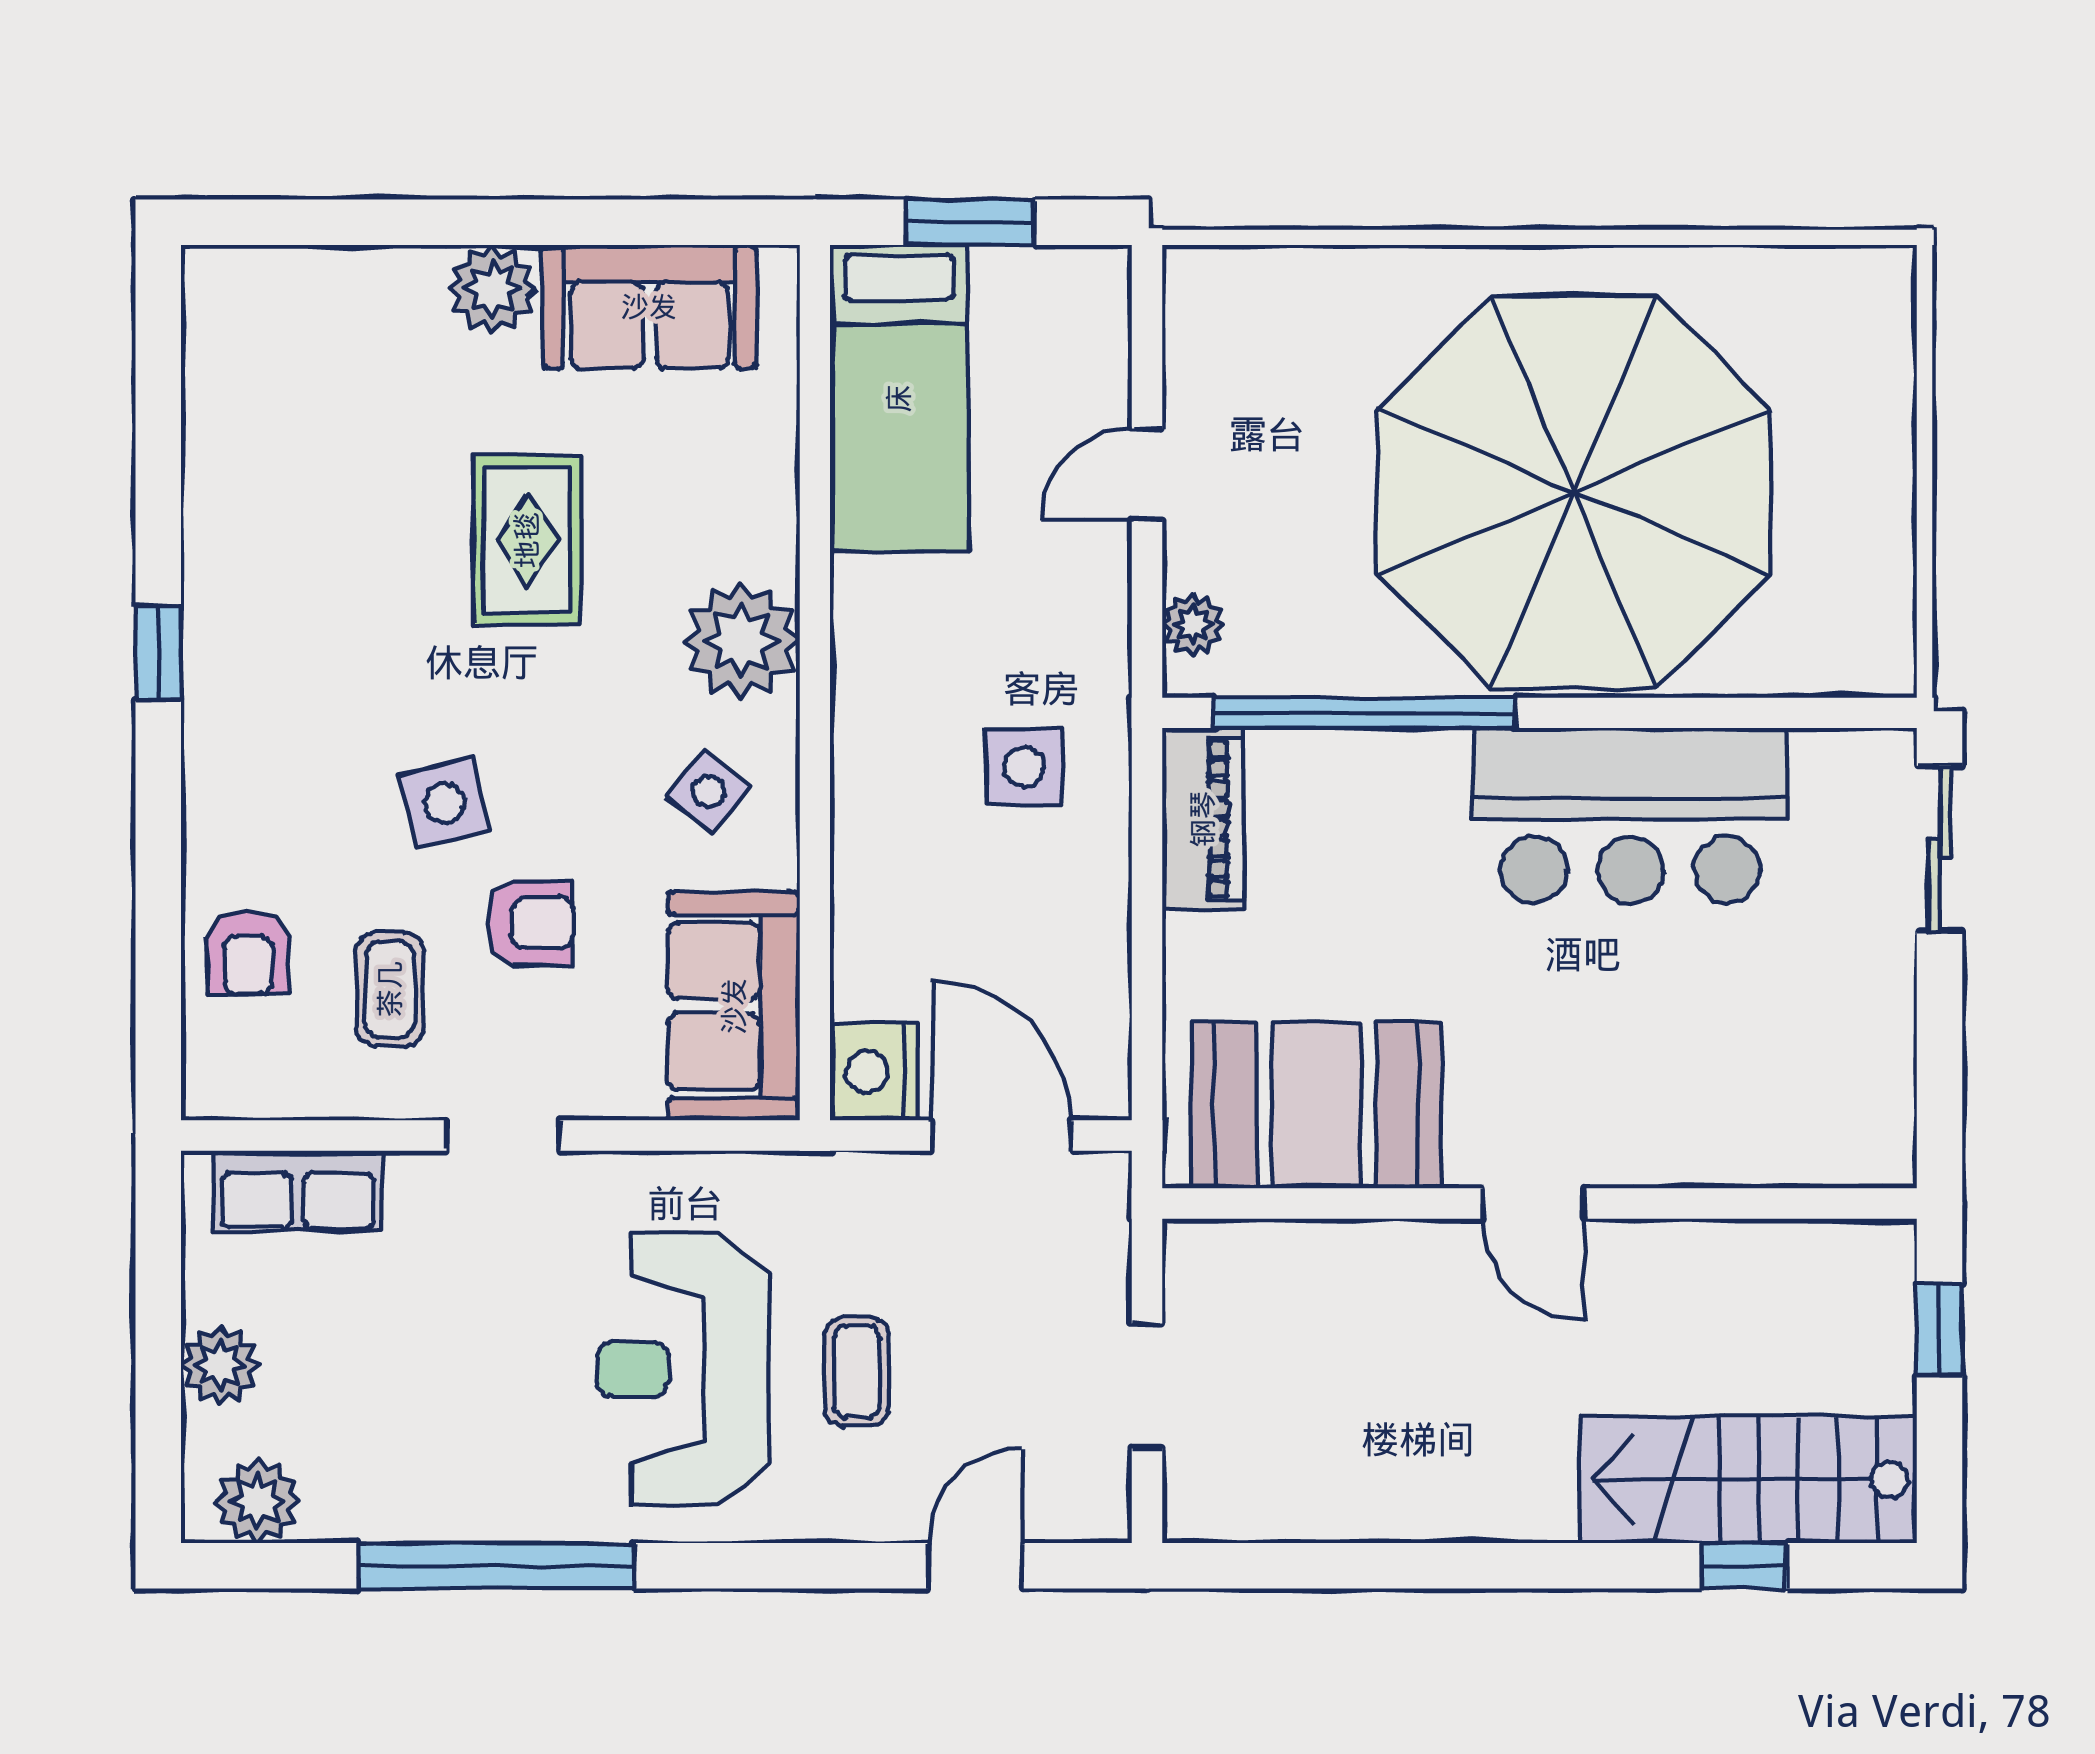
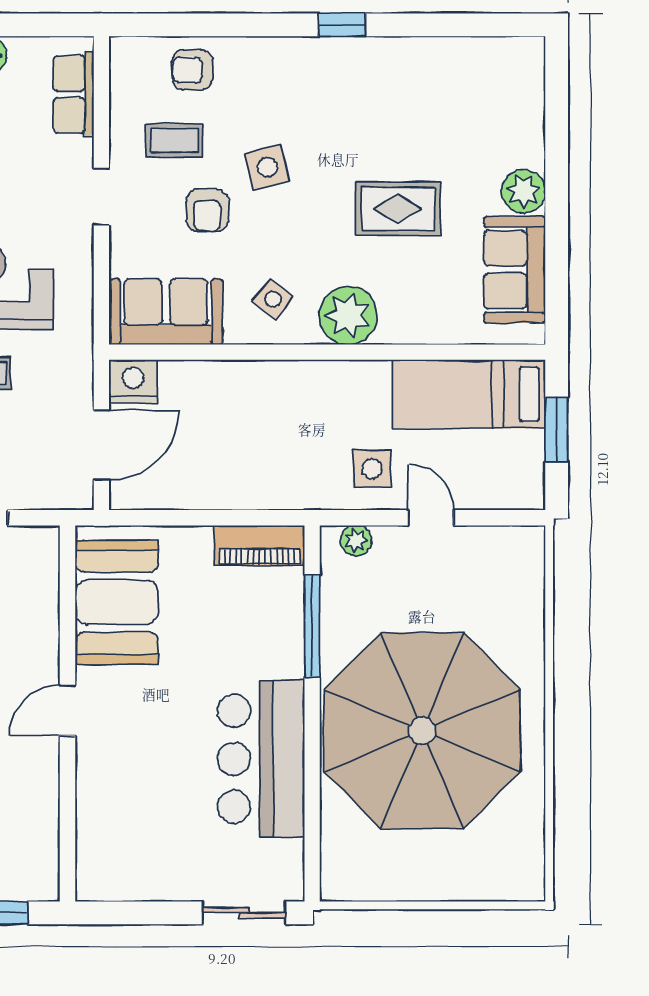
window: (1364, 713) -> (312, 626), width x0.68
side table: (1024, 767) -> (372, 469), moved

